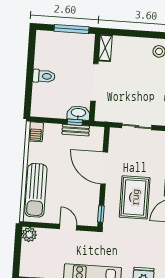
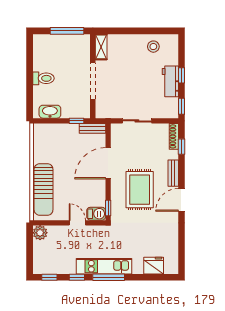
washbasin: (78, 113) -> (50, 112), moved
bench: (76, 130) -> (92, 128), moved
barbecue: (36, 132) -> (96, 214), moved, turned -90
door: (104, 168) -> (108, 163), hinge flipped

